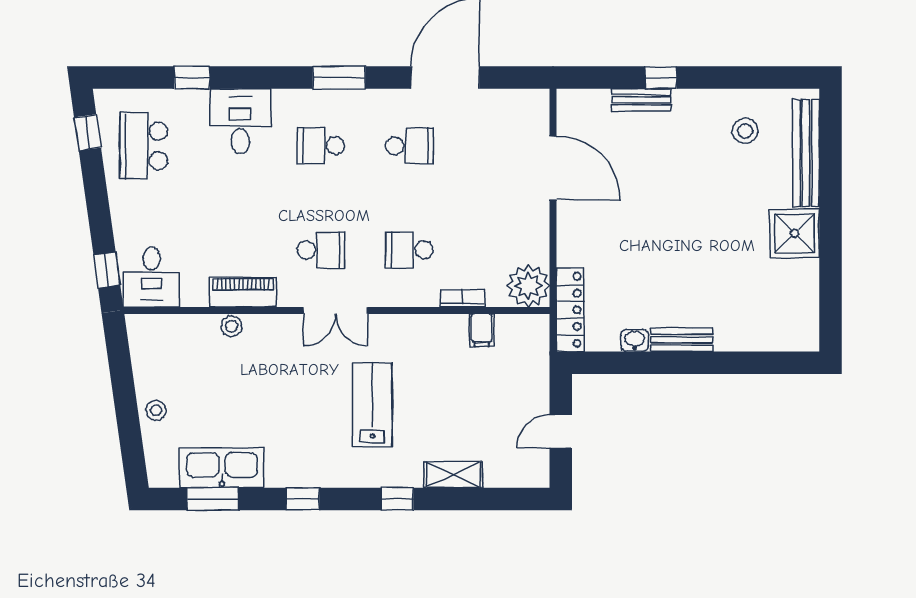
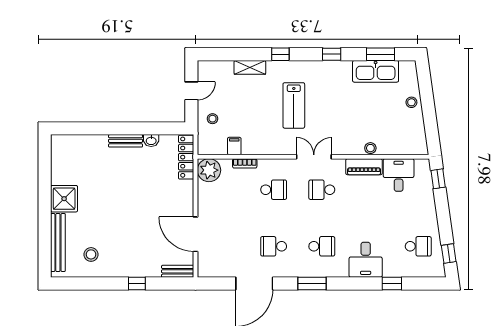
bench: (641, 100) -> (178, 271), moved
school desk: (144, 146) -> (418, 246), width x0.54
desk: (152, 277) -> (399, 175), moved
stool: (522, 380) -> (212, 119), added

